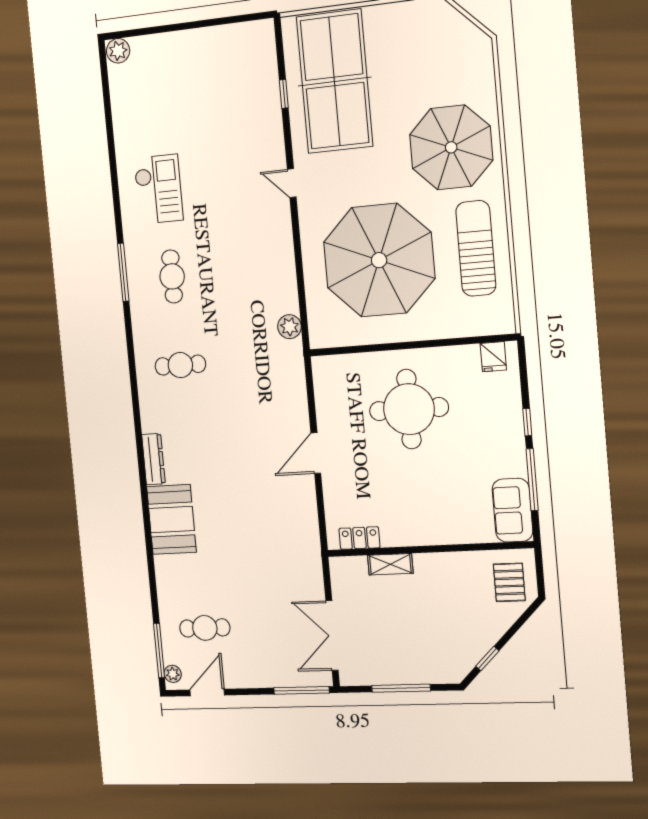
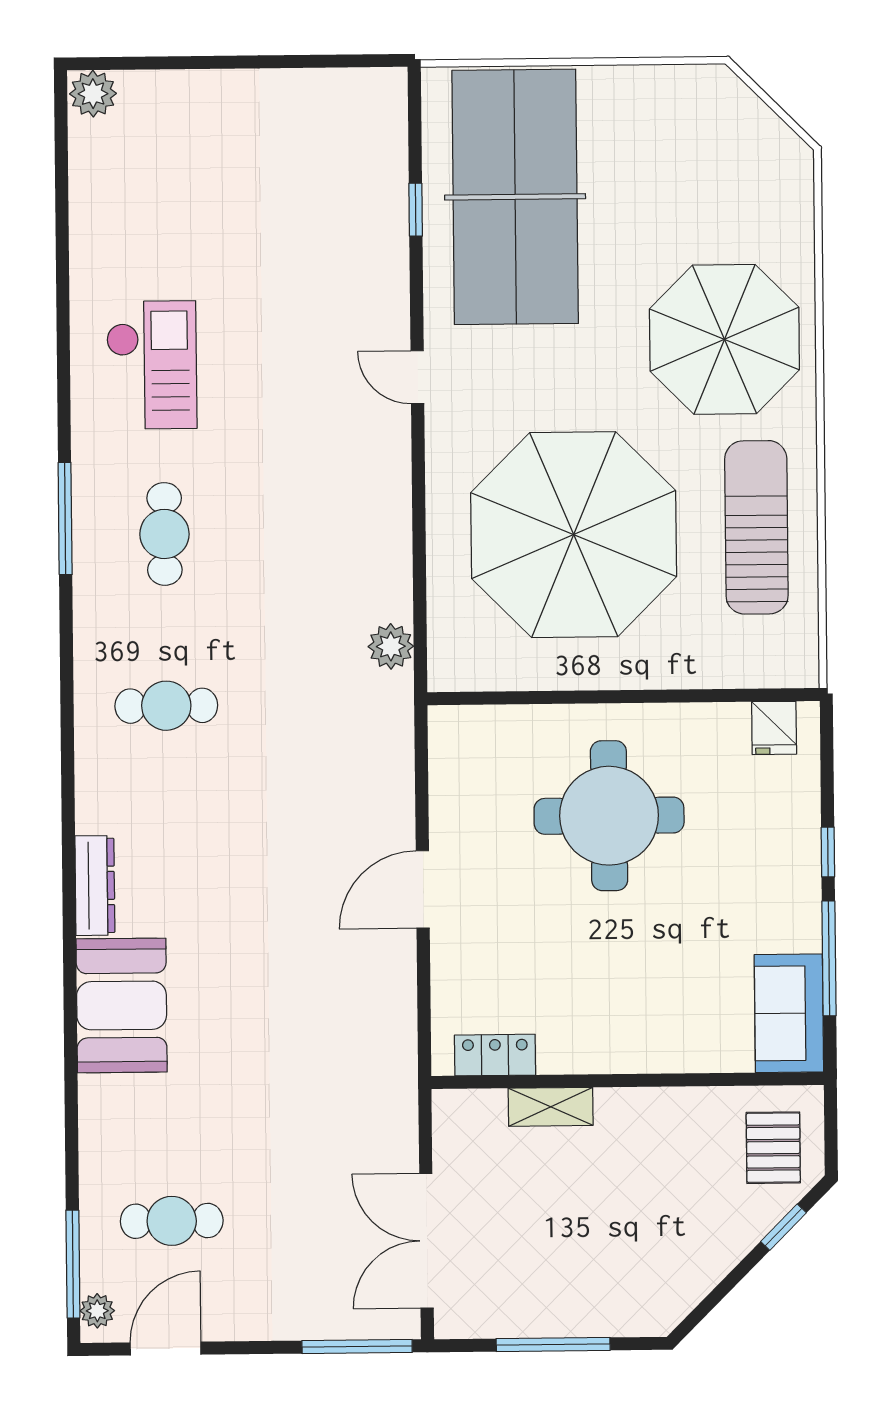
window: (487, 659) -> (784, 1227), moved

